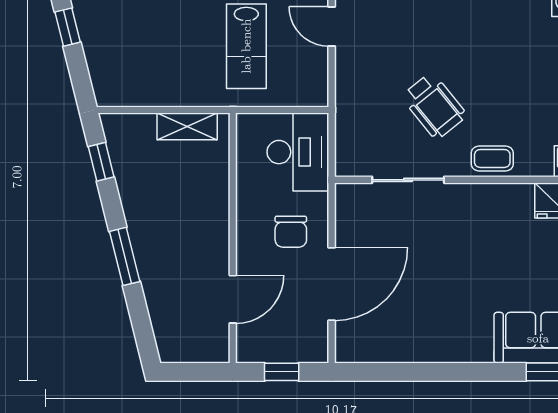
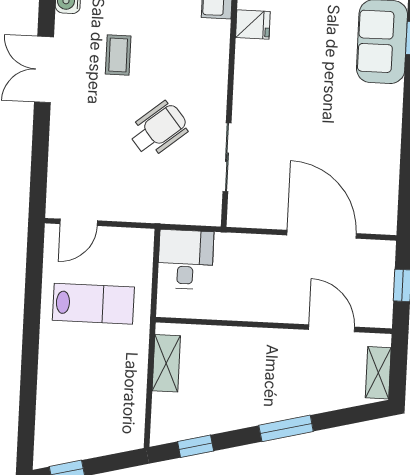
desk: (298, 152) -> (186, 259), width x0.73
coffee table: (492, 158) -> (118, 55), moved
chair: (291, 232) -> (270, 270), removed
shelving: (188, 351) -> (378, 373), added

